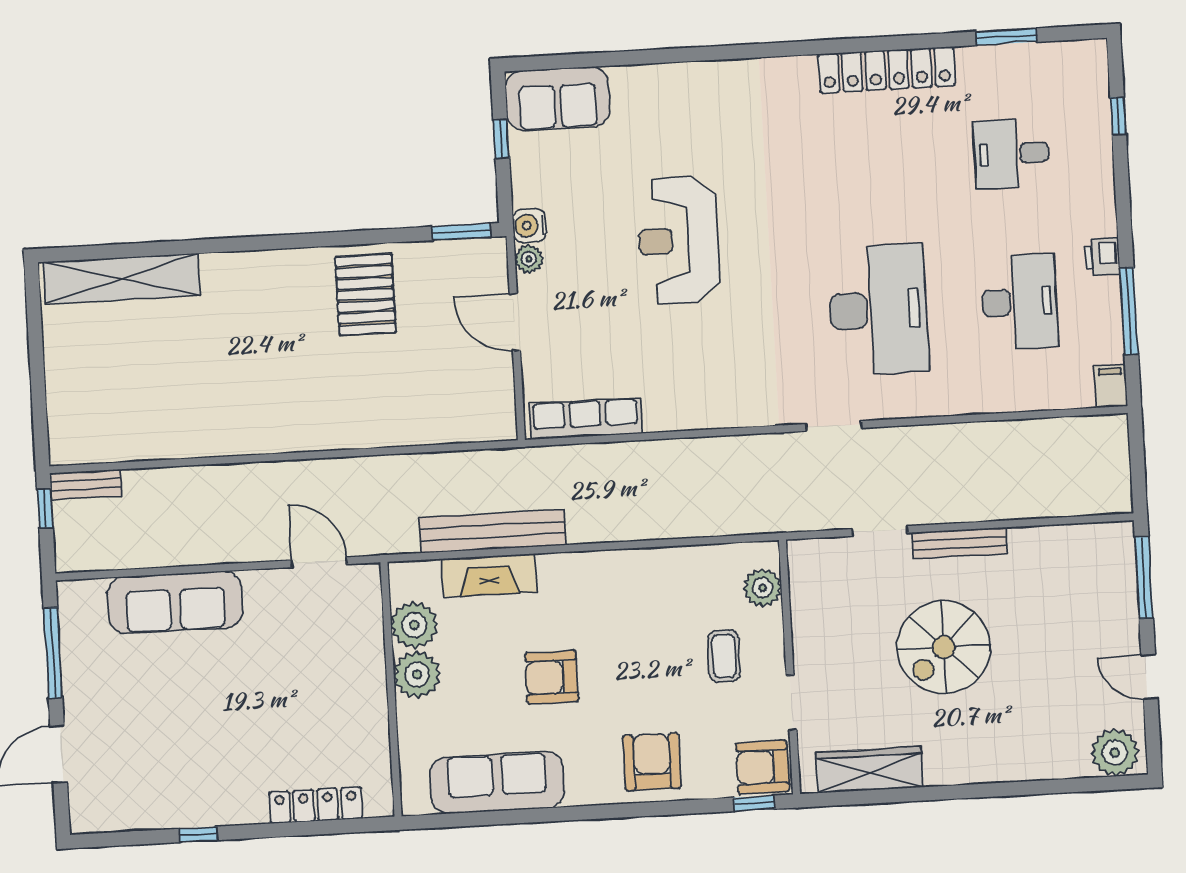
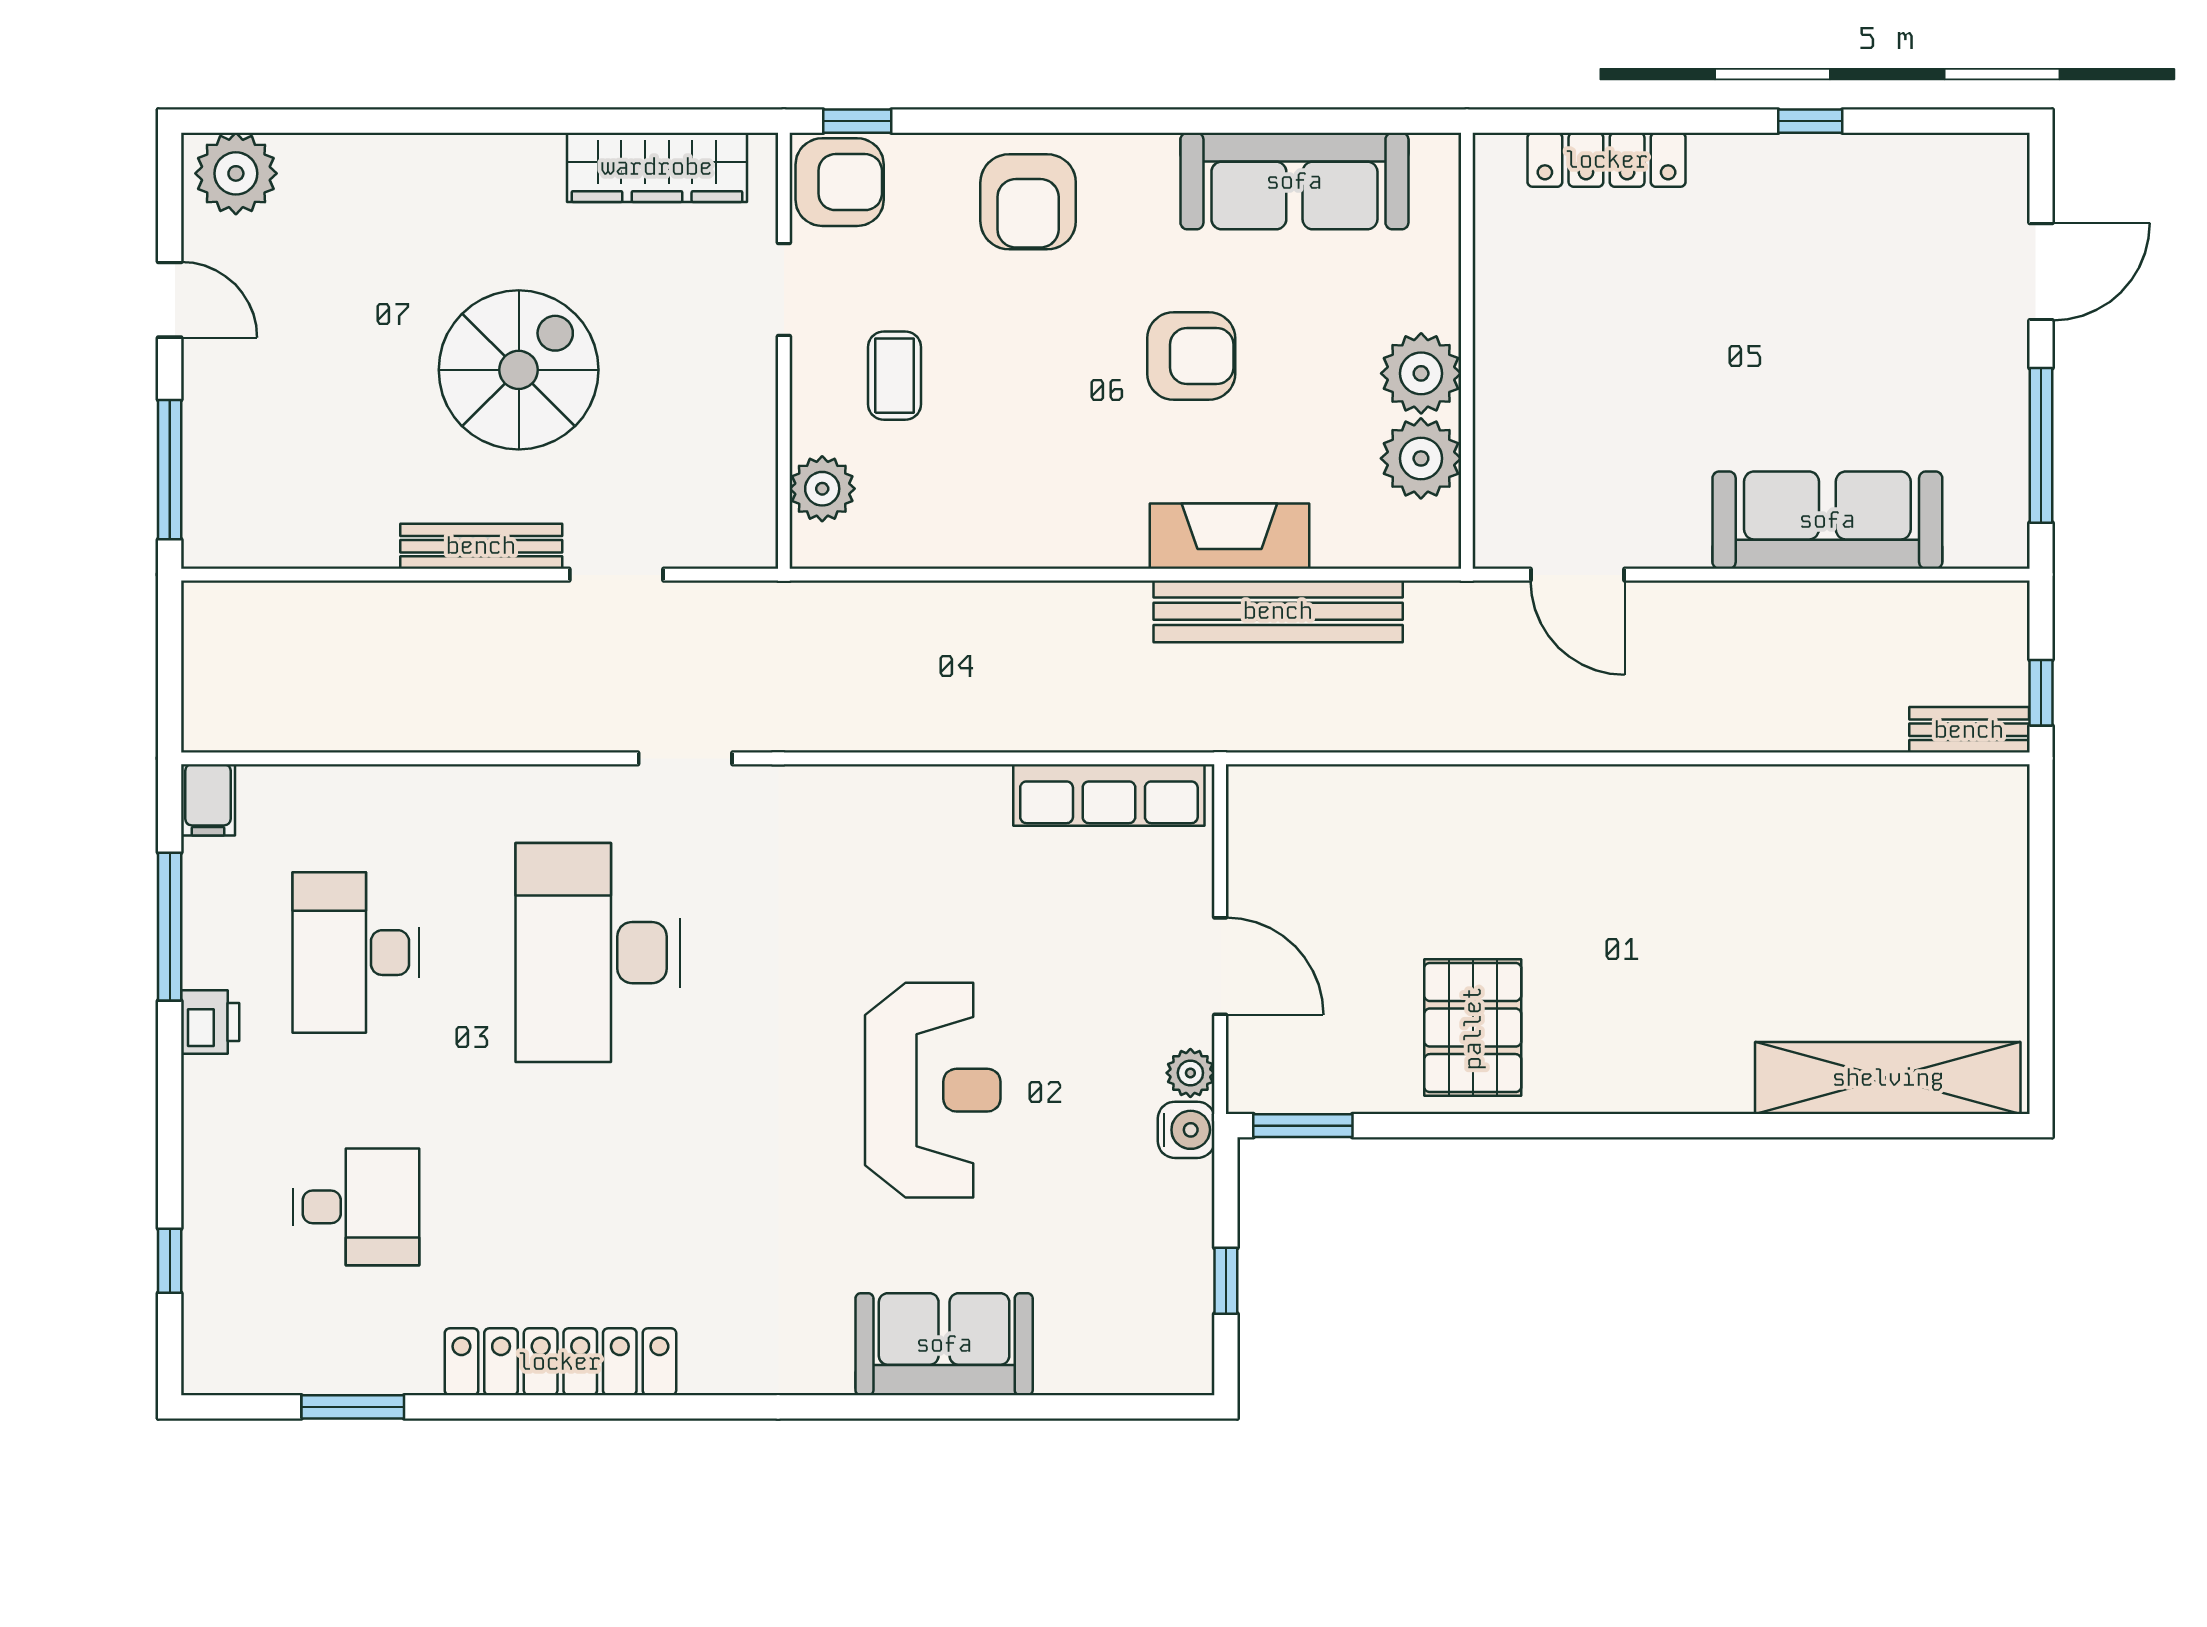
sofa: (557, 98) -> (944, 1344), moved
fireplace: (489, 575) -> (1229, 536), moved

